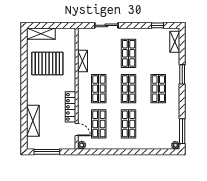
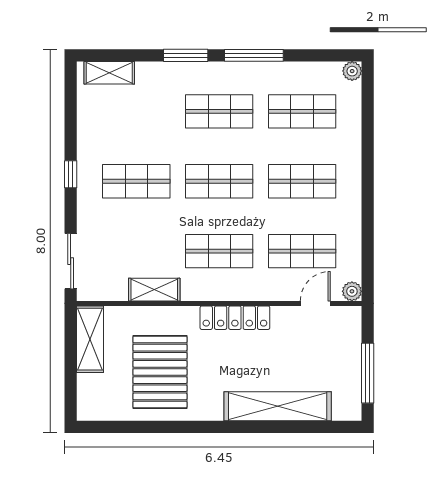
sliding door: (106, 25) -> (71, 261), moved
window: (157, 25) -> (71, 174), moved
shelving: (41, 34) -> (90, 339), moved
locker: (70, 107) -> (235, 318), moved
shelving: (33, 121) -> (278, 406), width x1.47
shop shelf: (158, 124) -> (302, 111), added
window: (182, 131) -> (254, 55), moved

